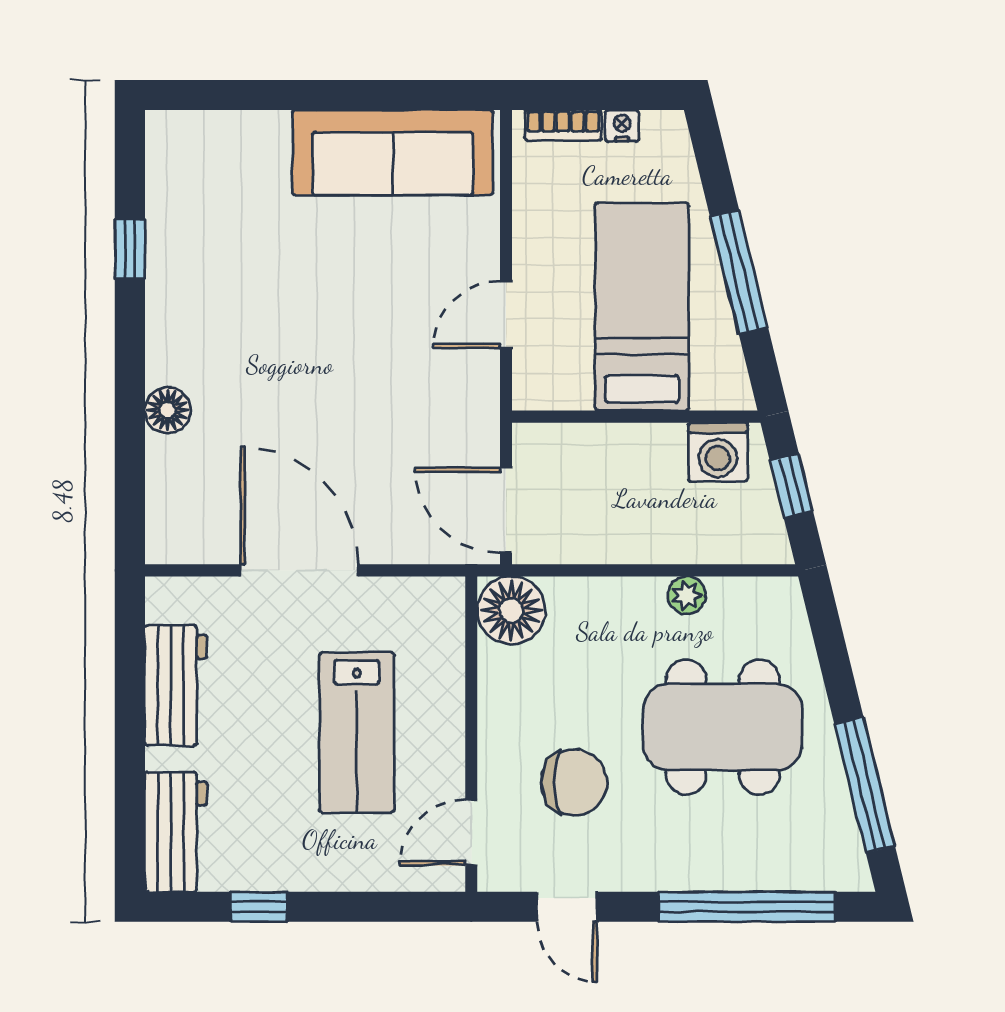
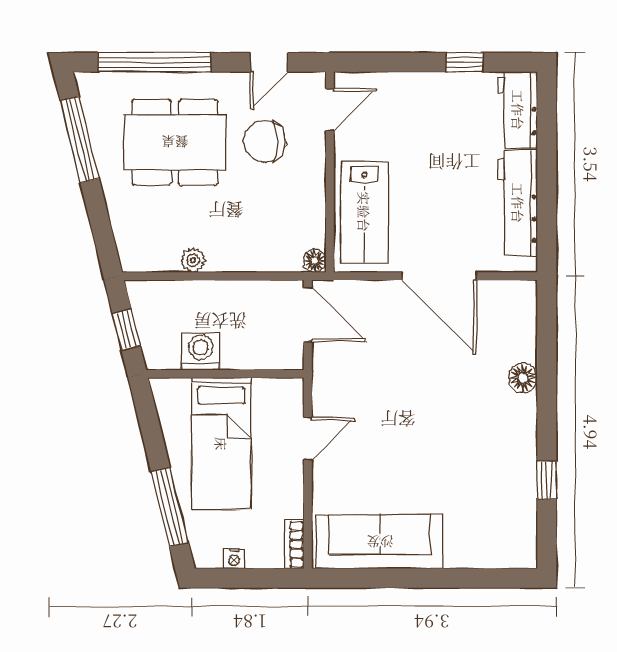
bookcase: (563, 125) -> (294, 544), moved, turned -90
window: (739, 272) -> (170, 507), moved
washing machine: (718, 452) -> (201, 351), moved
floor lamp: (511, 610) -> (315, 261), width x0.53, depth x0.53
workbench: (176, 685) -> (518, 203), width x1.38
dining table: (723, 727) -> (175, 142), moved
lab bench: (357, 732) -> (364, 212), moved, turned 180
door: (567, 907) -> (269, 62), swing flipped

